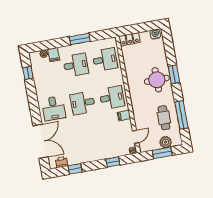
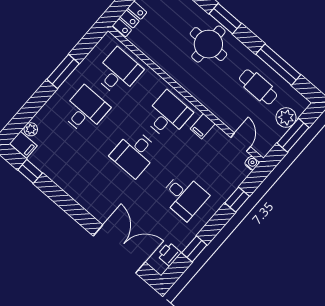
filing cabinet: (54, 55) -> (23, 145), moved
desk: (54, 108) -> (184, 196), moved

